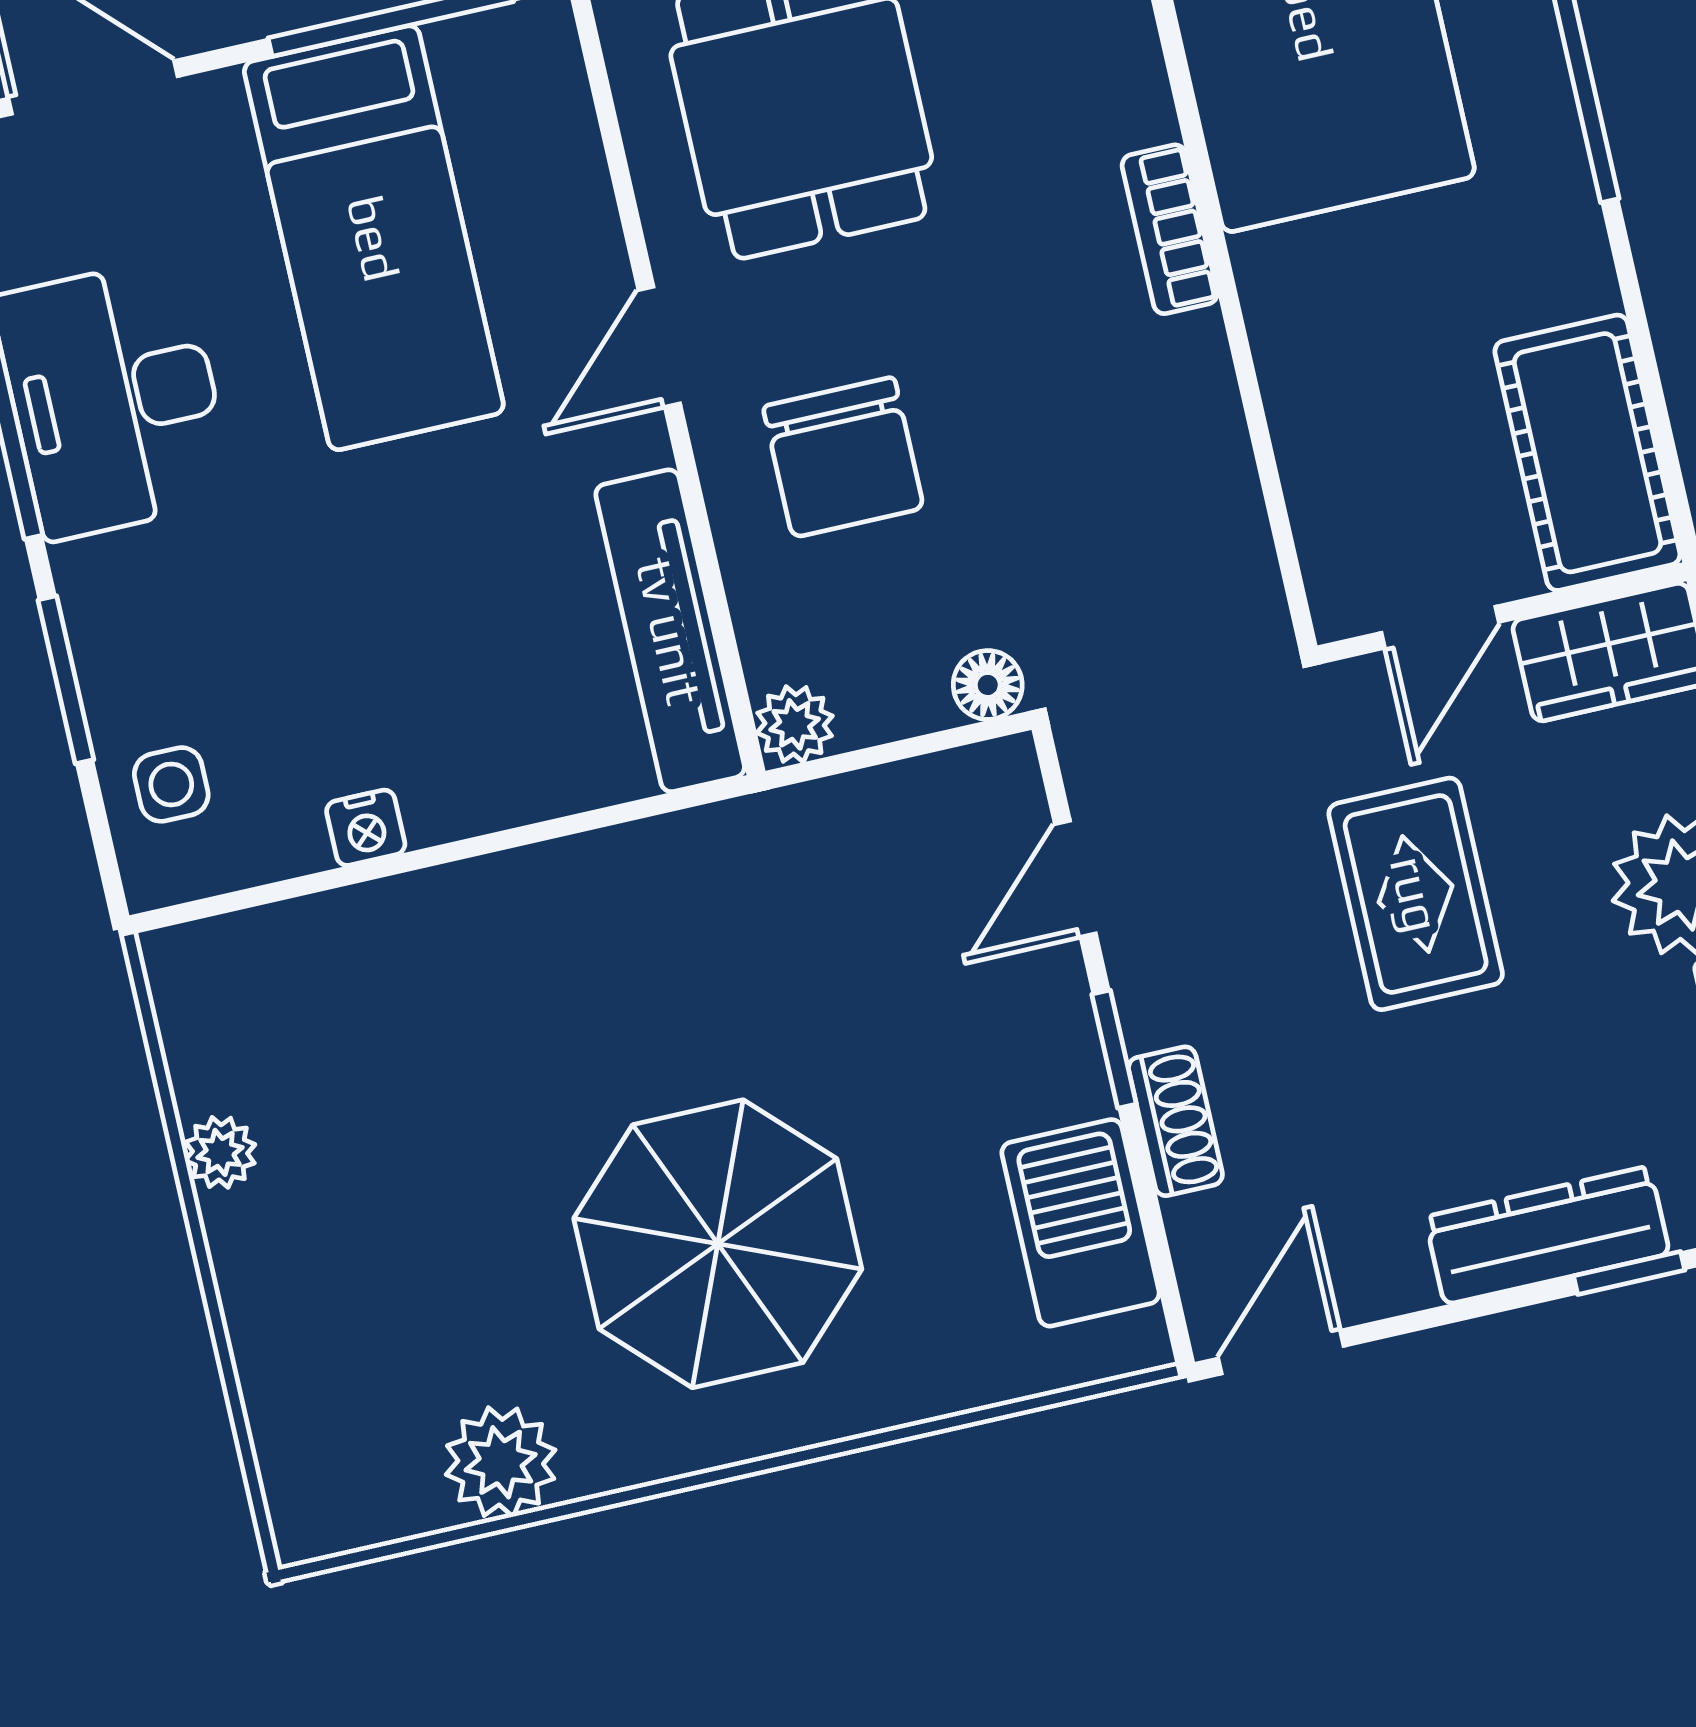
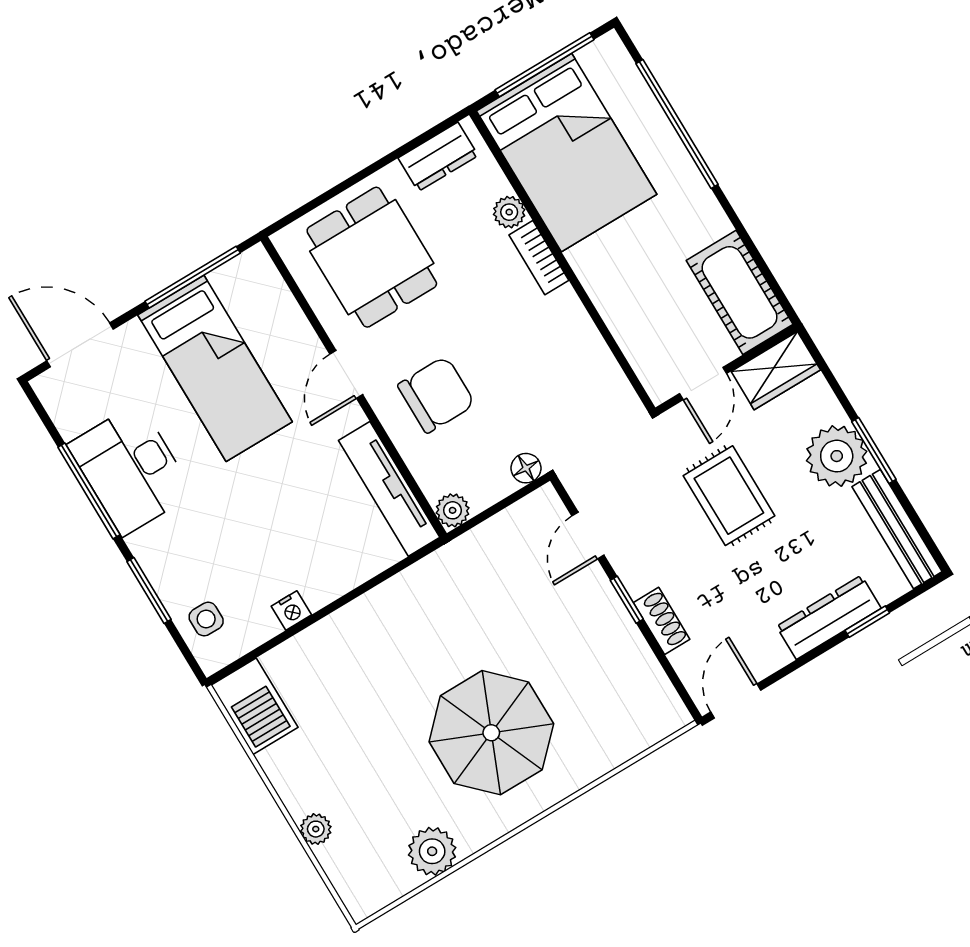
plant: (1137, 107) -> (509, 212), added
chair: (843, 457) -> (436, 395), turned -90
plant: (220, 1152) -> (316, 829), moved
barbecue: (1081, 1223) -> (254, 706), moved, turned 180

